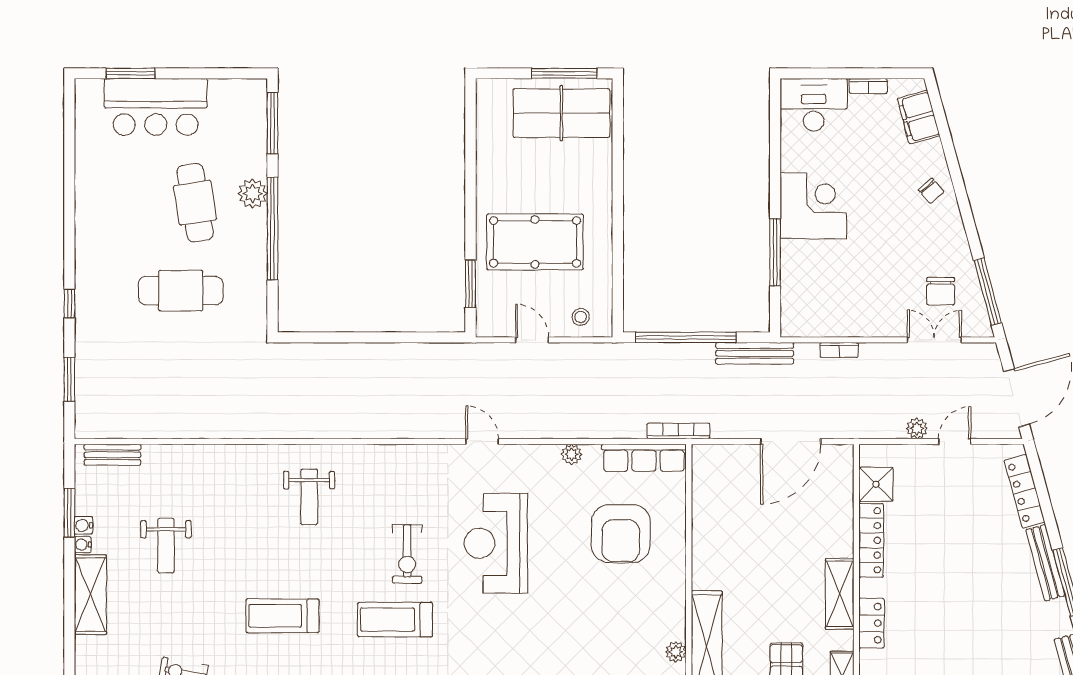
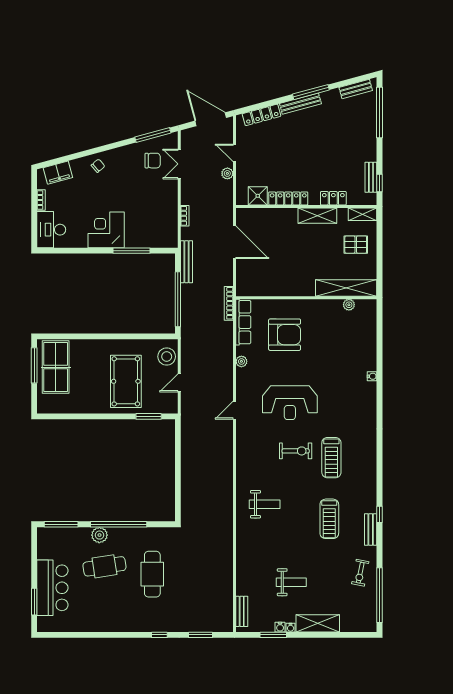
stool: (581, 317) -> (167, 357), width x1.89, depth x1.89

